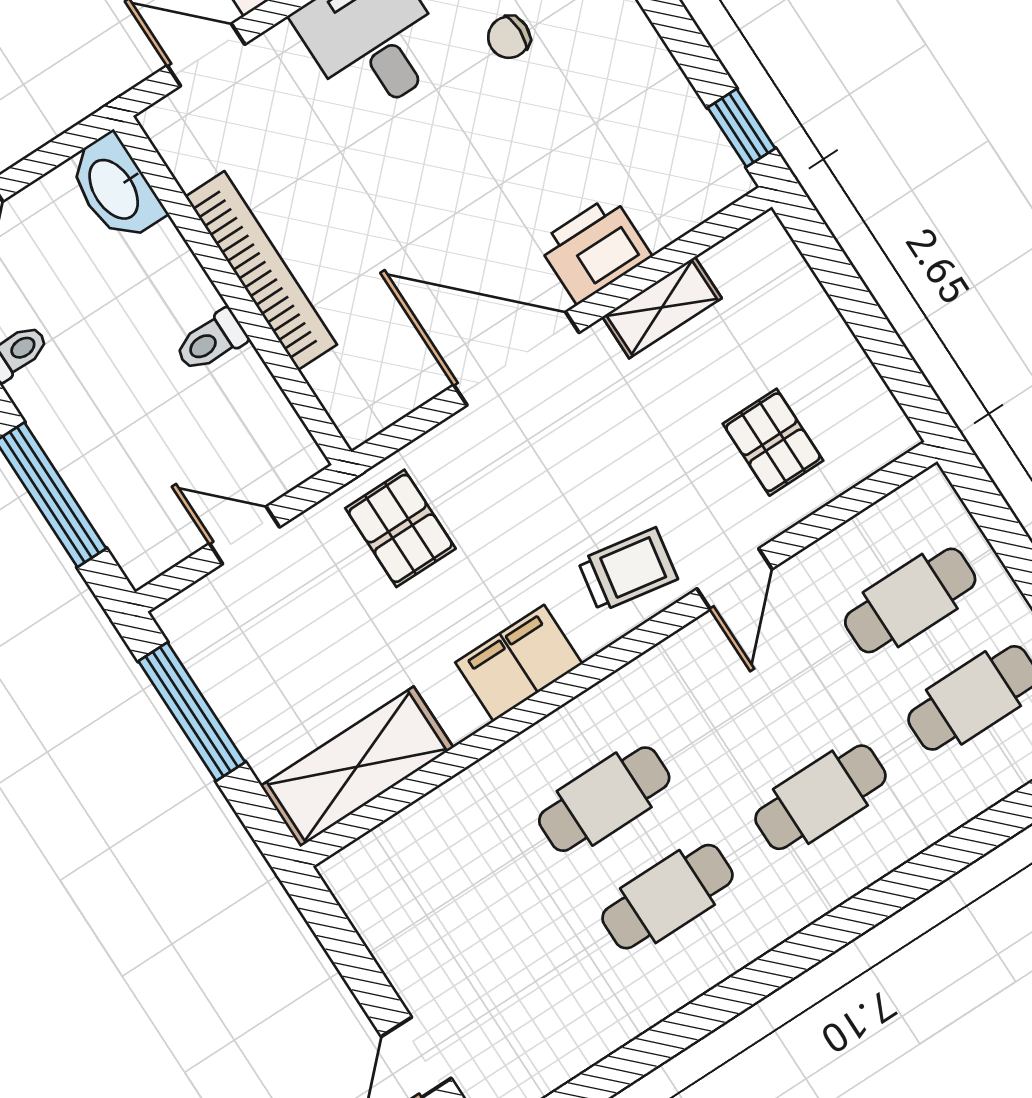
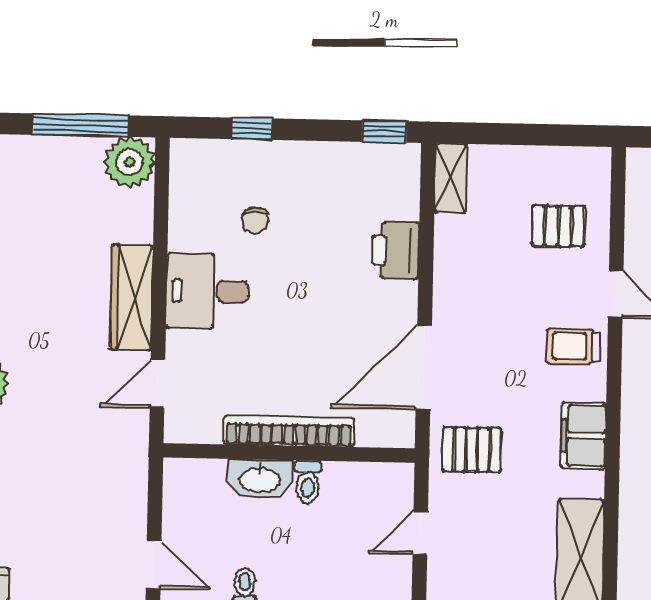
washbasin: (115, 188) -> (260, 479), moved
shelving: (662, 307) -> (451, 178), moved
door: (516, 359) -> (424, 368), moved
trolley: (628, 570) -> (573, 346), turned -100

